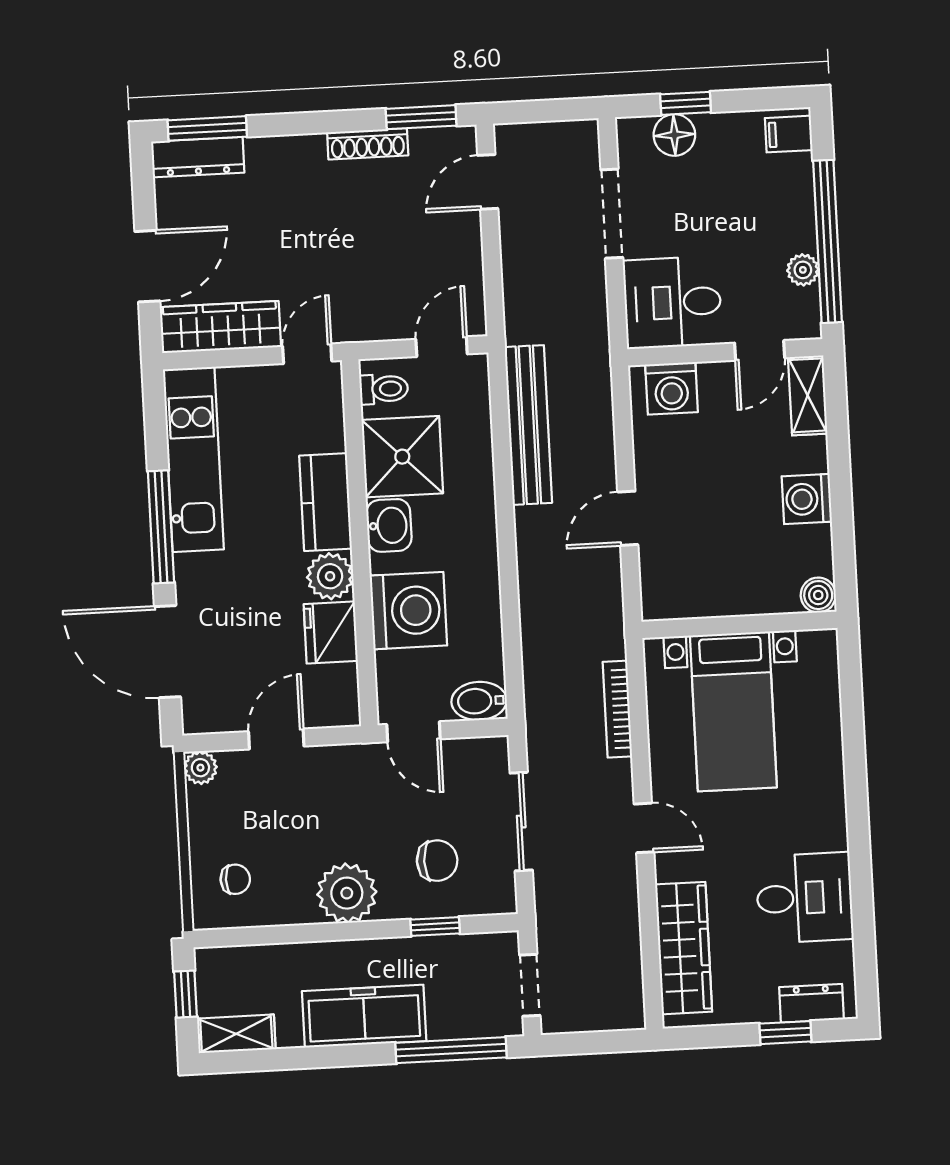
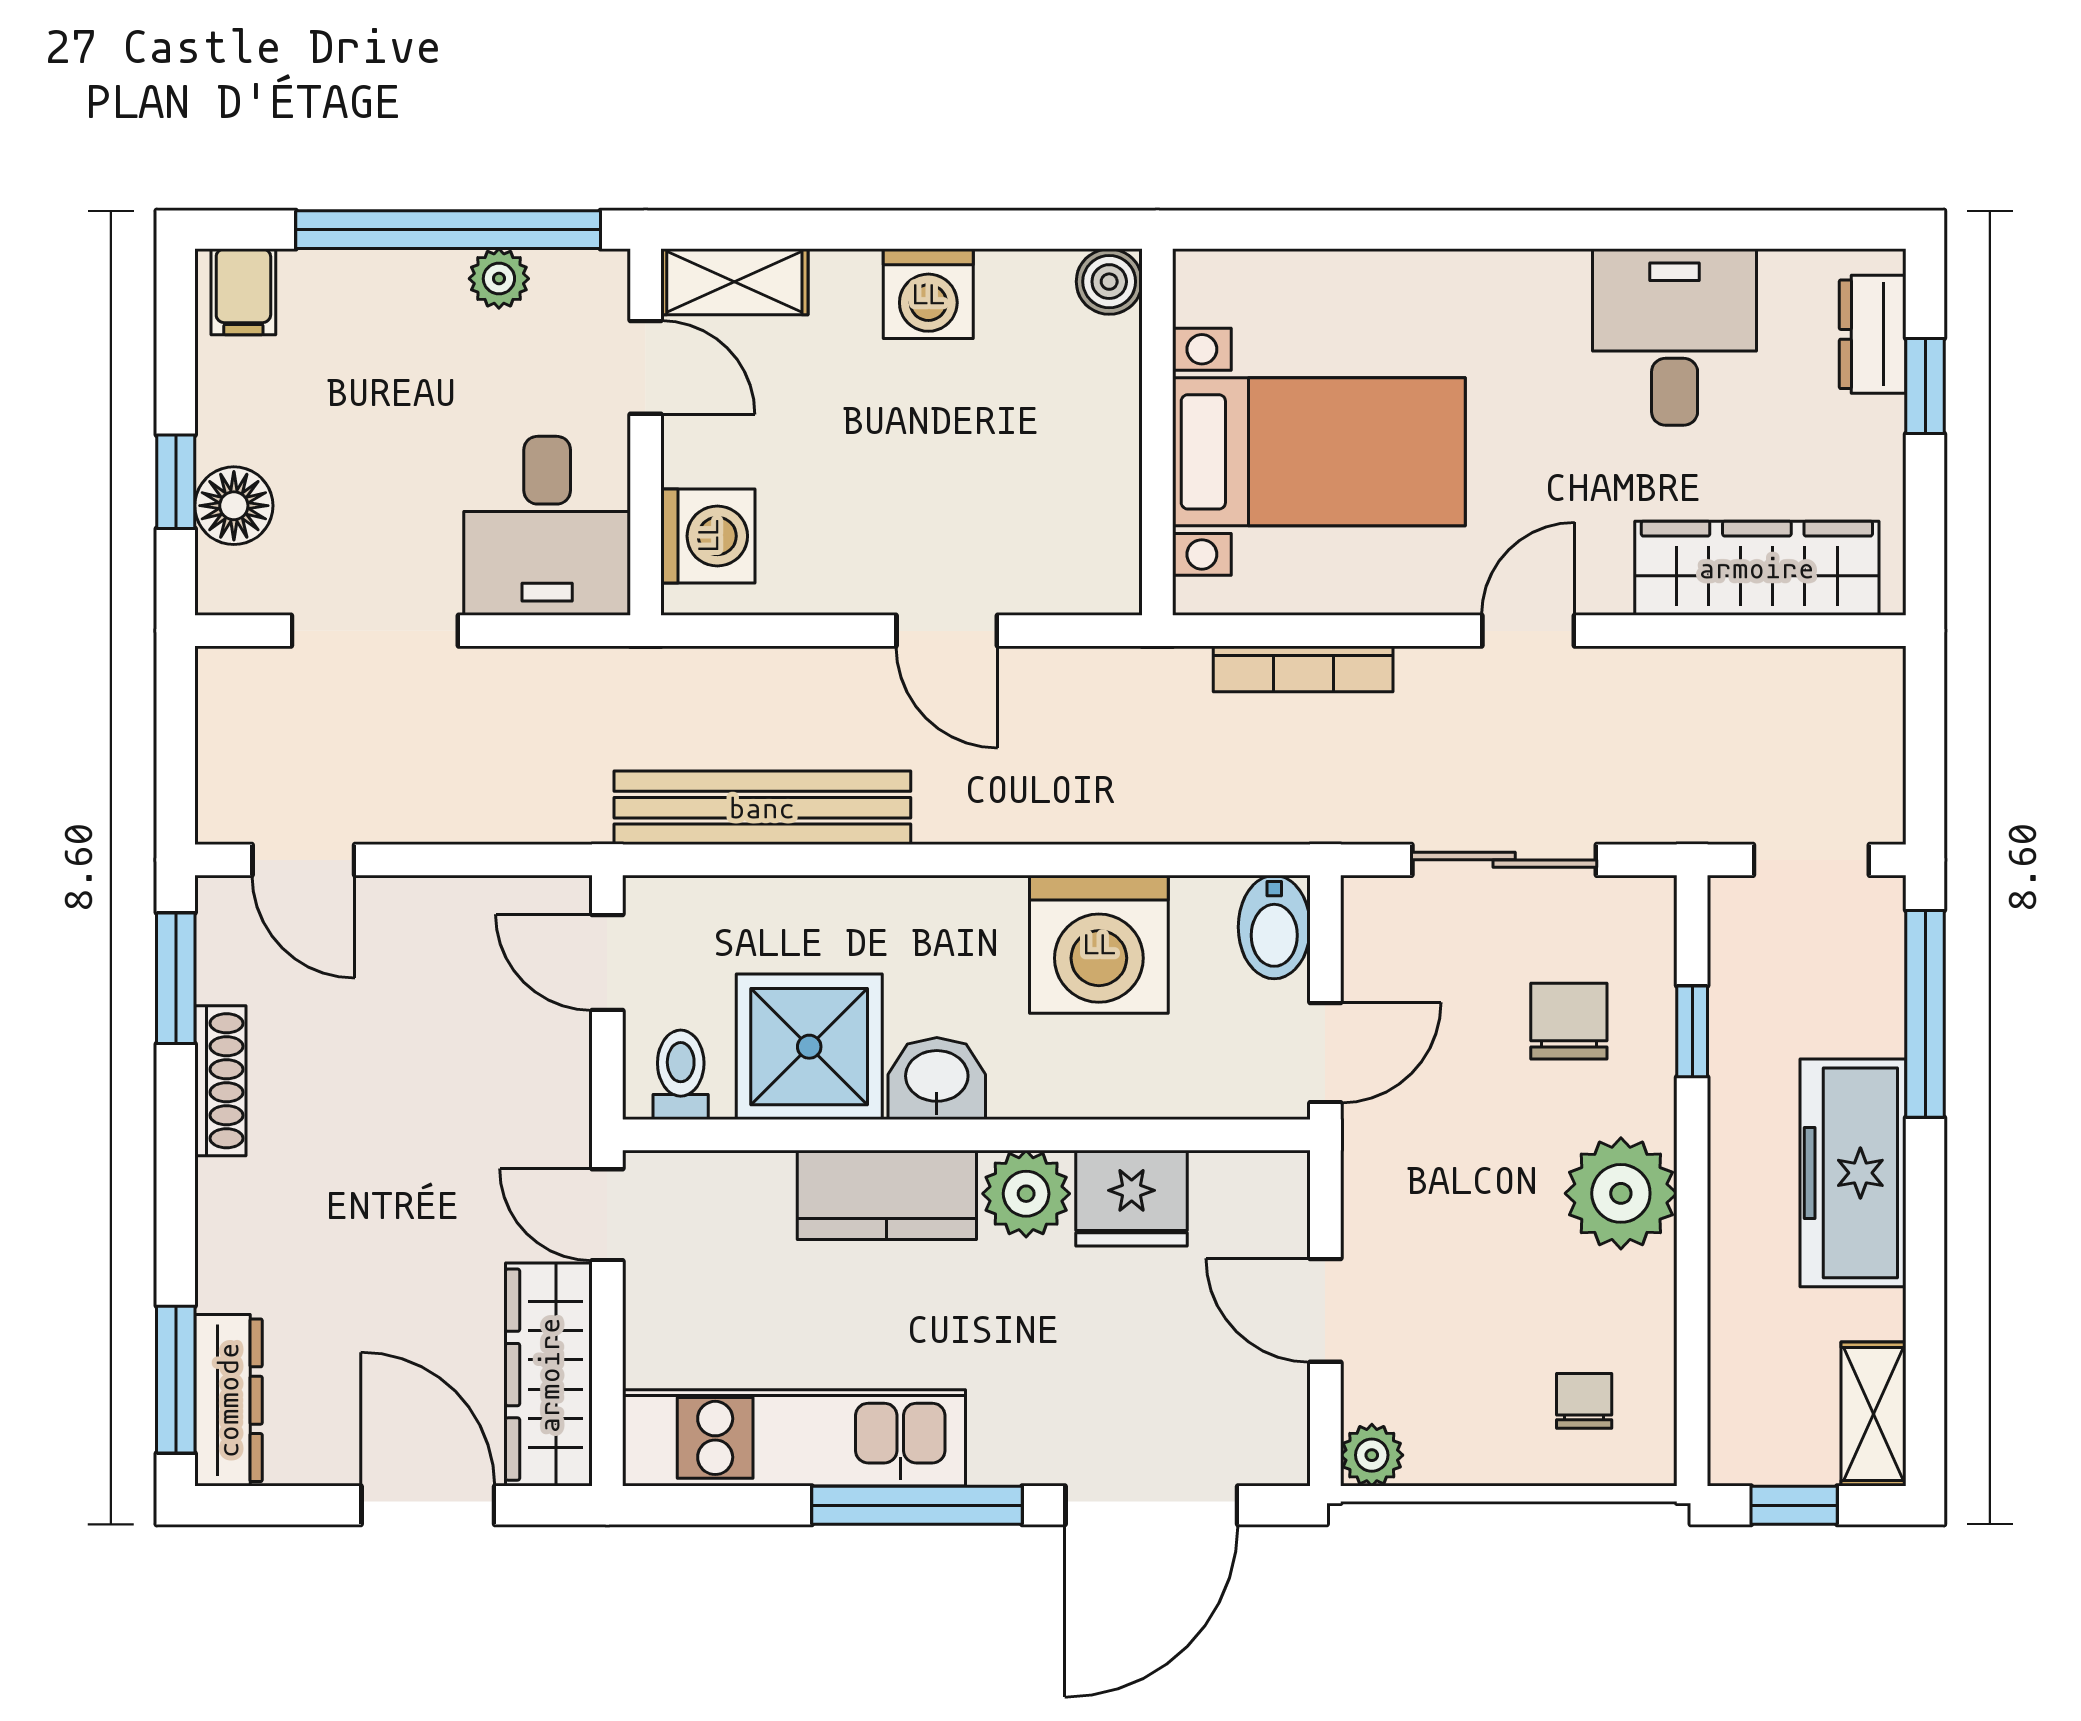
washing machine: (408, 611) -> (1099, 944), moved, turned 180

